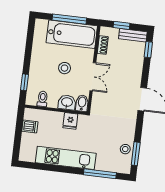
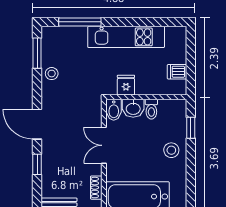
window: (148, 50) -> (37, 164), moved
stool: (65, 68) -> (171, 150), moved
toilet: (43, 99) -> (151, 109), moved
stool: (125, 149) -> (52, 74), moved

